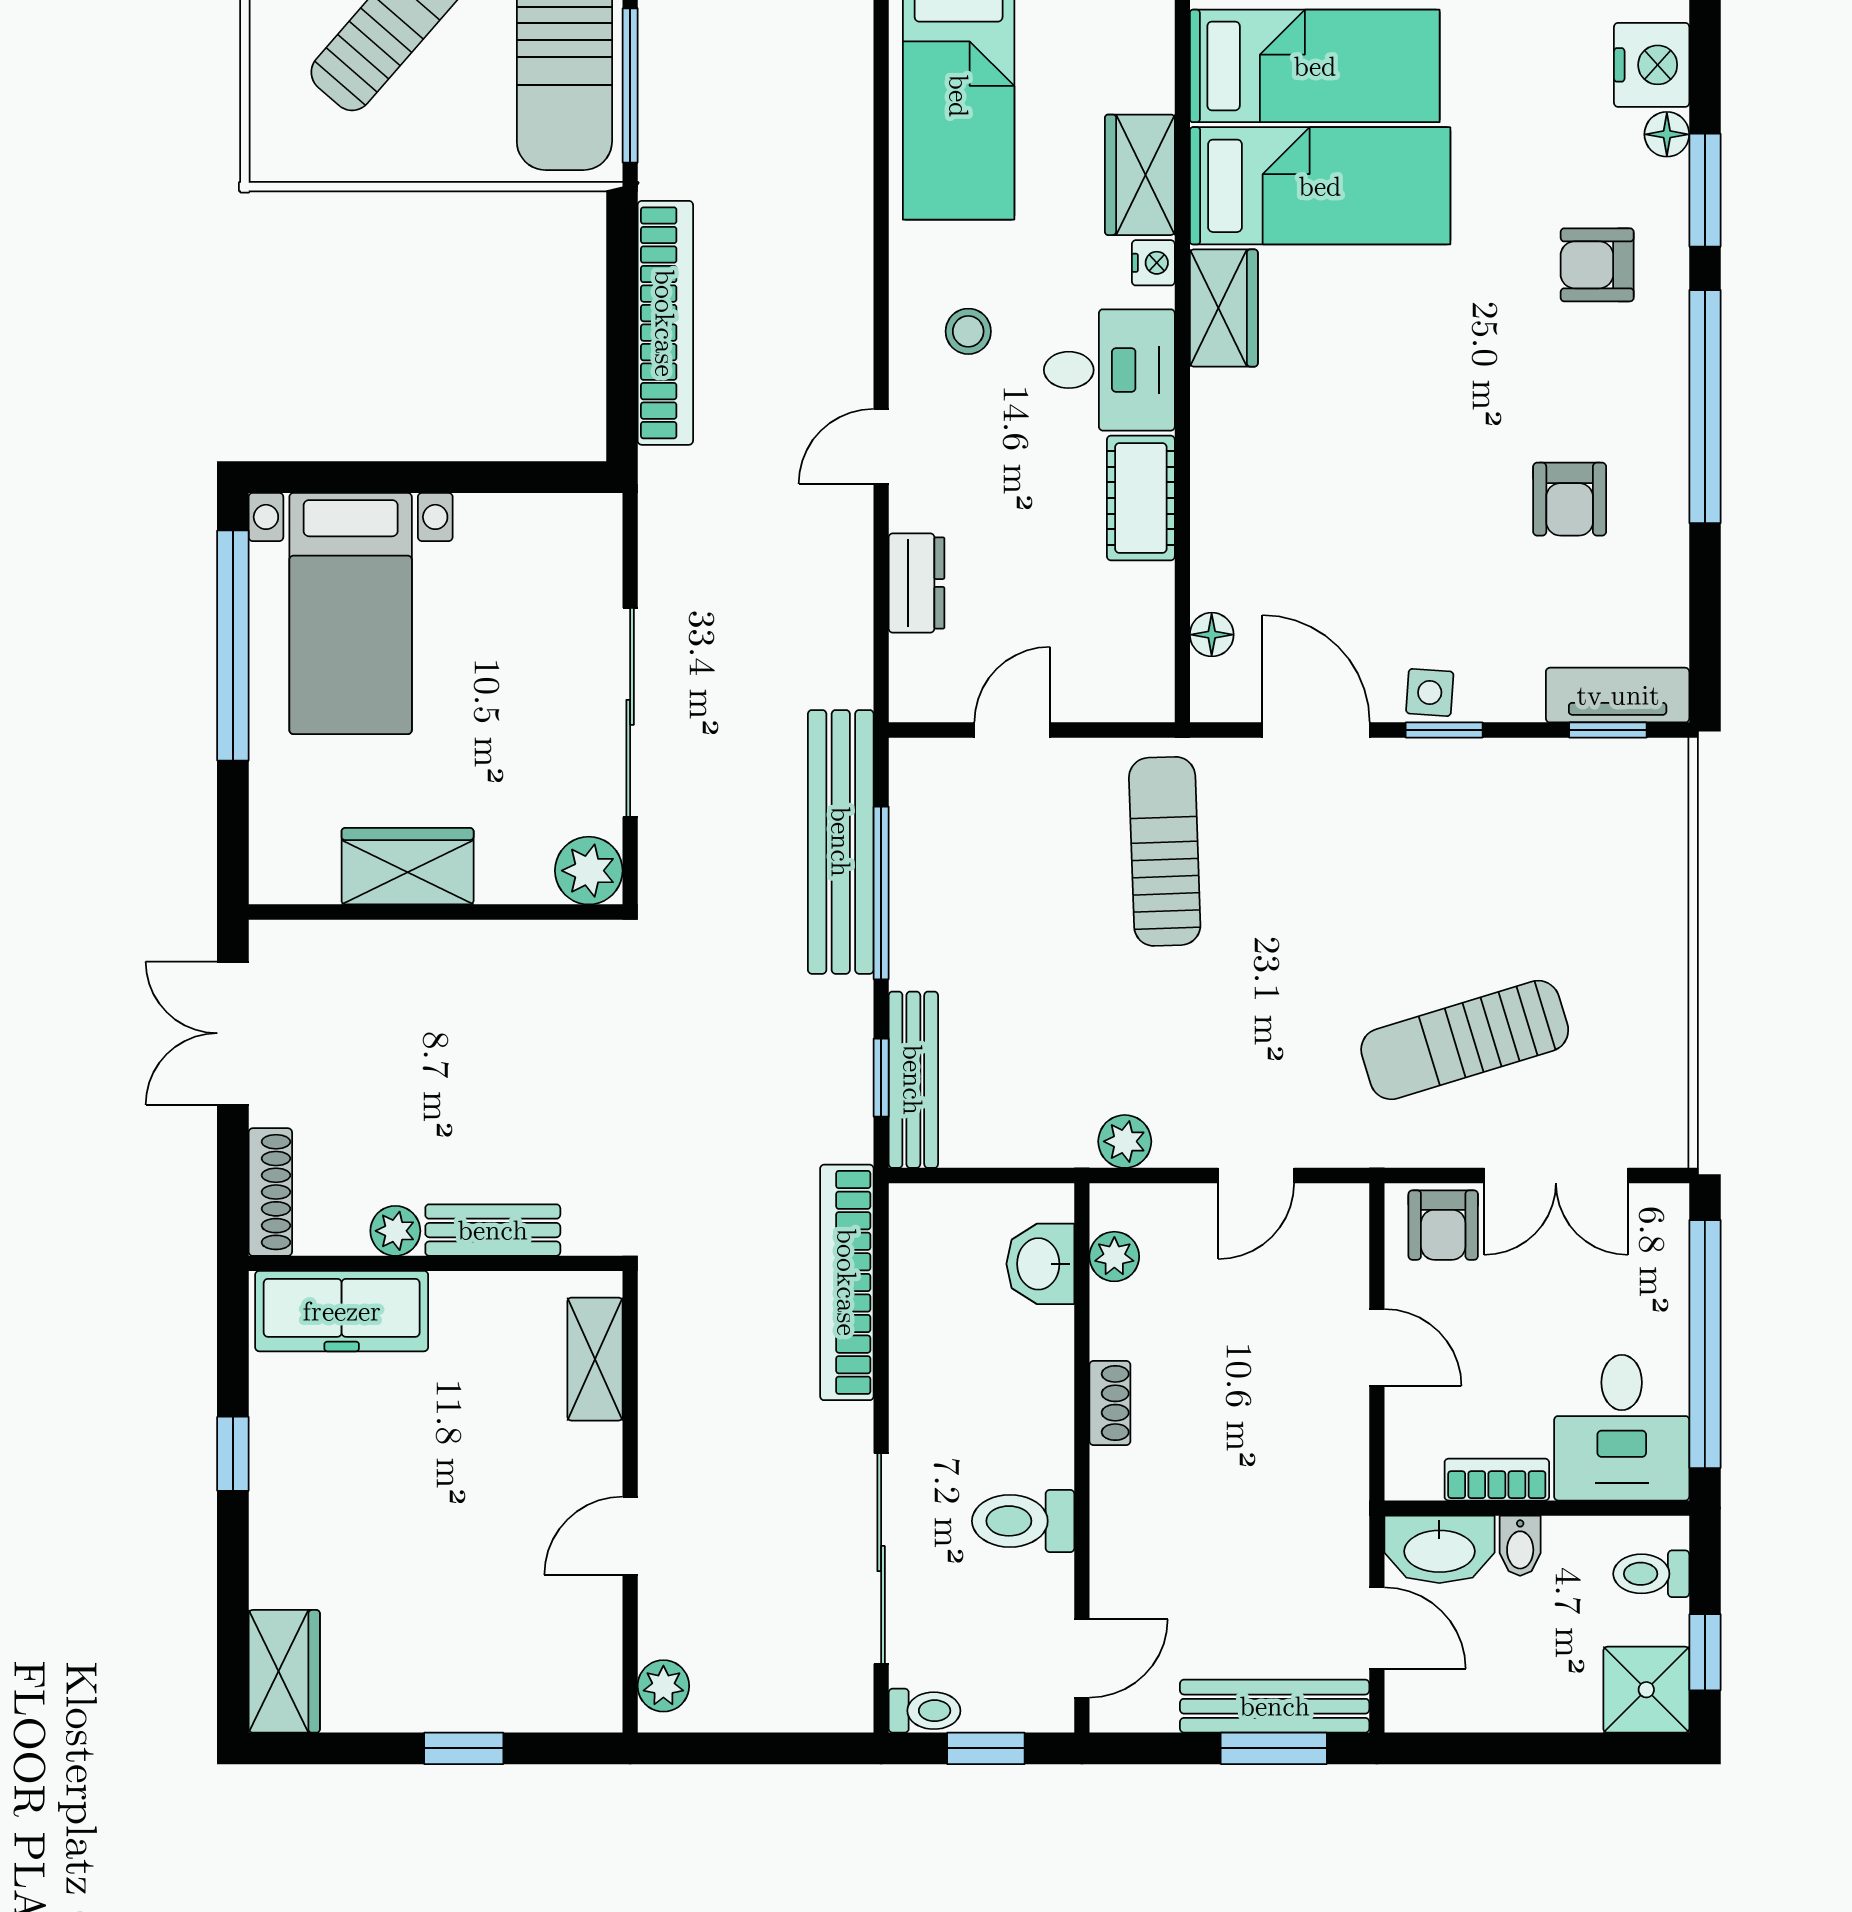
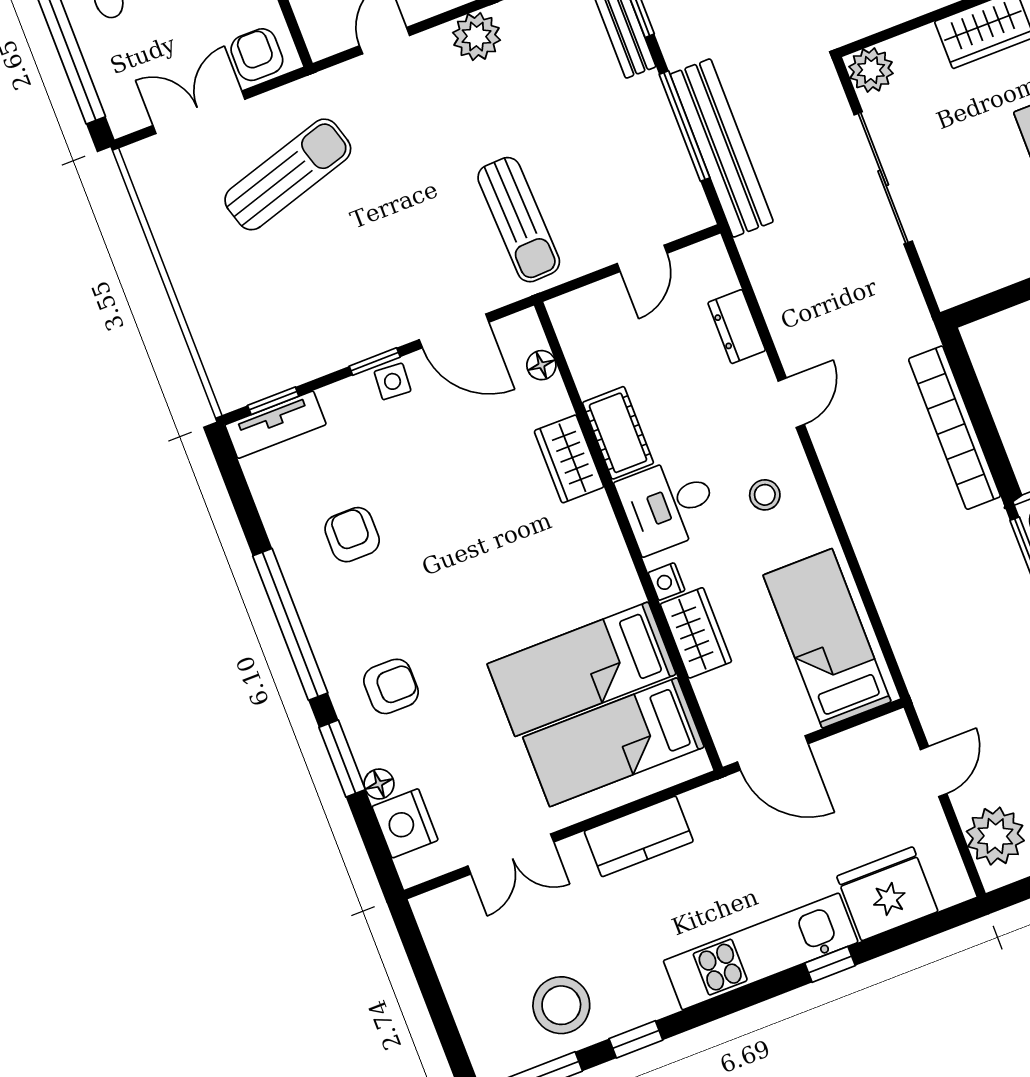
wardrobe: (1224, 308) -> (569, 459), moved
plant: (1125, 1141) -> (477, 36), width x1.38, depth x1.38

